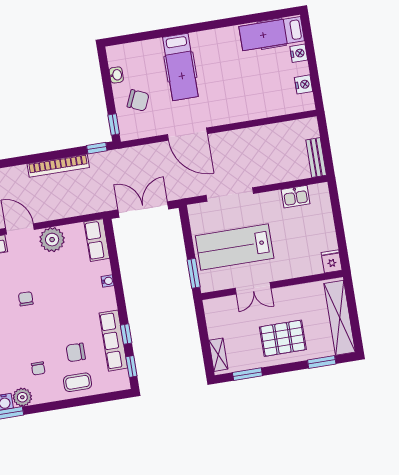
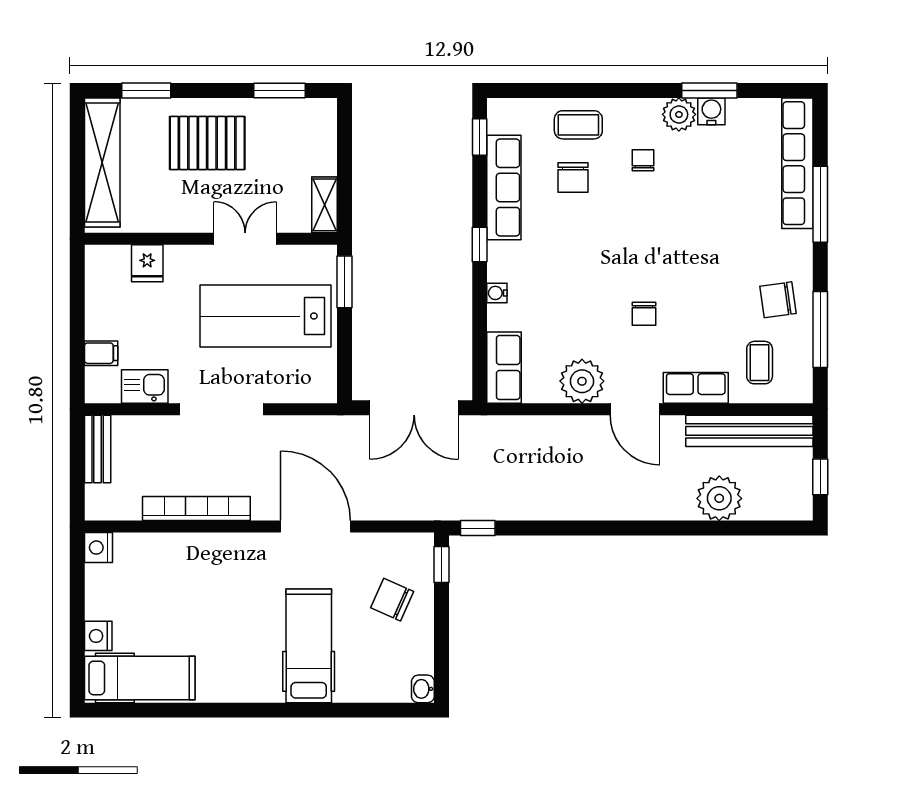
washbasin: (116, 75) -> (423, 689), moved
nightstand: (304, 84) -> (99, 548), moved
bookcase: (58, 166) -> (196, 509), moved
doorway: (230, 194) -> (221, 409), moved
filing cabinet: (323, 211) -> (101, 353), added
lab bench: (235, 247) -> (266, 316), turned 180
fridge: (332, 261) -> (147, 263), moved
chair: (26, 299) -> (644, 314), moved
window: (126, 334) -> (480, 244), moved
chair: (76, 352) -> (573, 177), turned 90
shelving: (218, 355) -> (325, 205), moved

